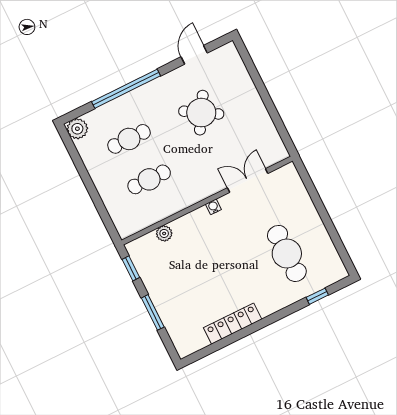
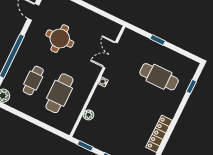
round table: (201, 113) -> (60, 39), turned -31
cafe table: (149, 179) -> (59, 93), width x1.37, depth x1.35
window: (320, 207) -> (158, 40), added

